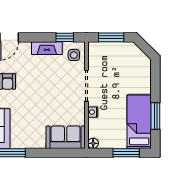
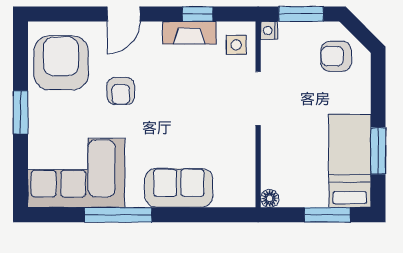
window: (65, 37) -> (198, 14), moved
armchair: (131, 62) -> (336, 56), added
nightstand: (93, 112) -> (269, 30), moved
sofa: (66, 137) -> (179, 188), moved

